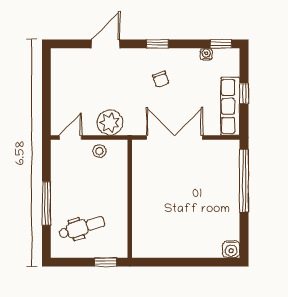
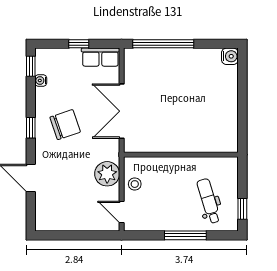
chair: (161, 79) -> (65, 125), width x1.87, depth x1.87
row of seats: (230, 106) -> (100, 57), width x0.68
window: (105, 262) -> (242, 209), moved

